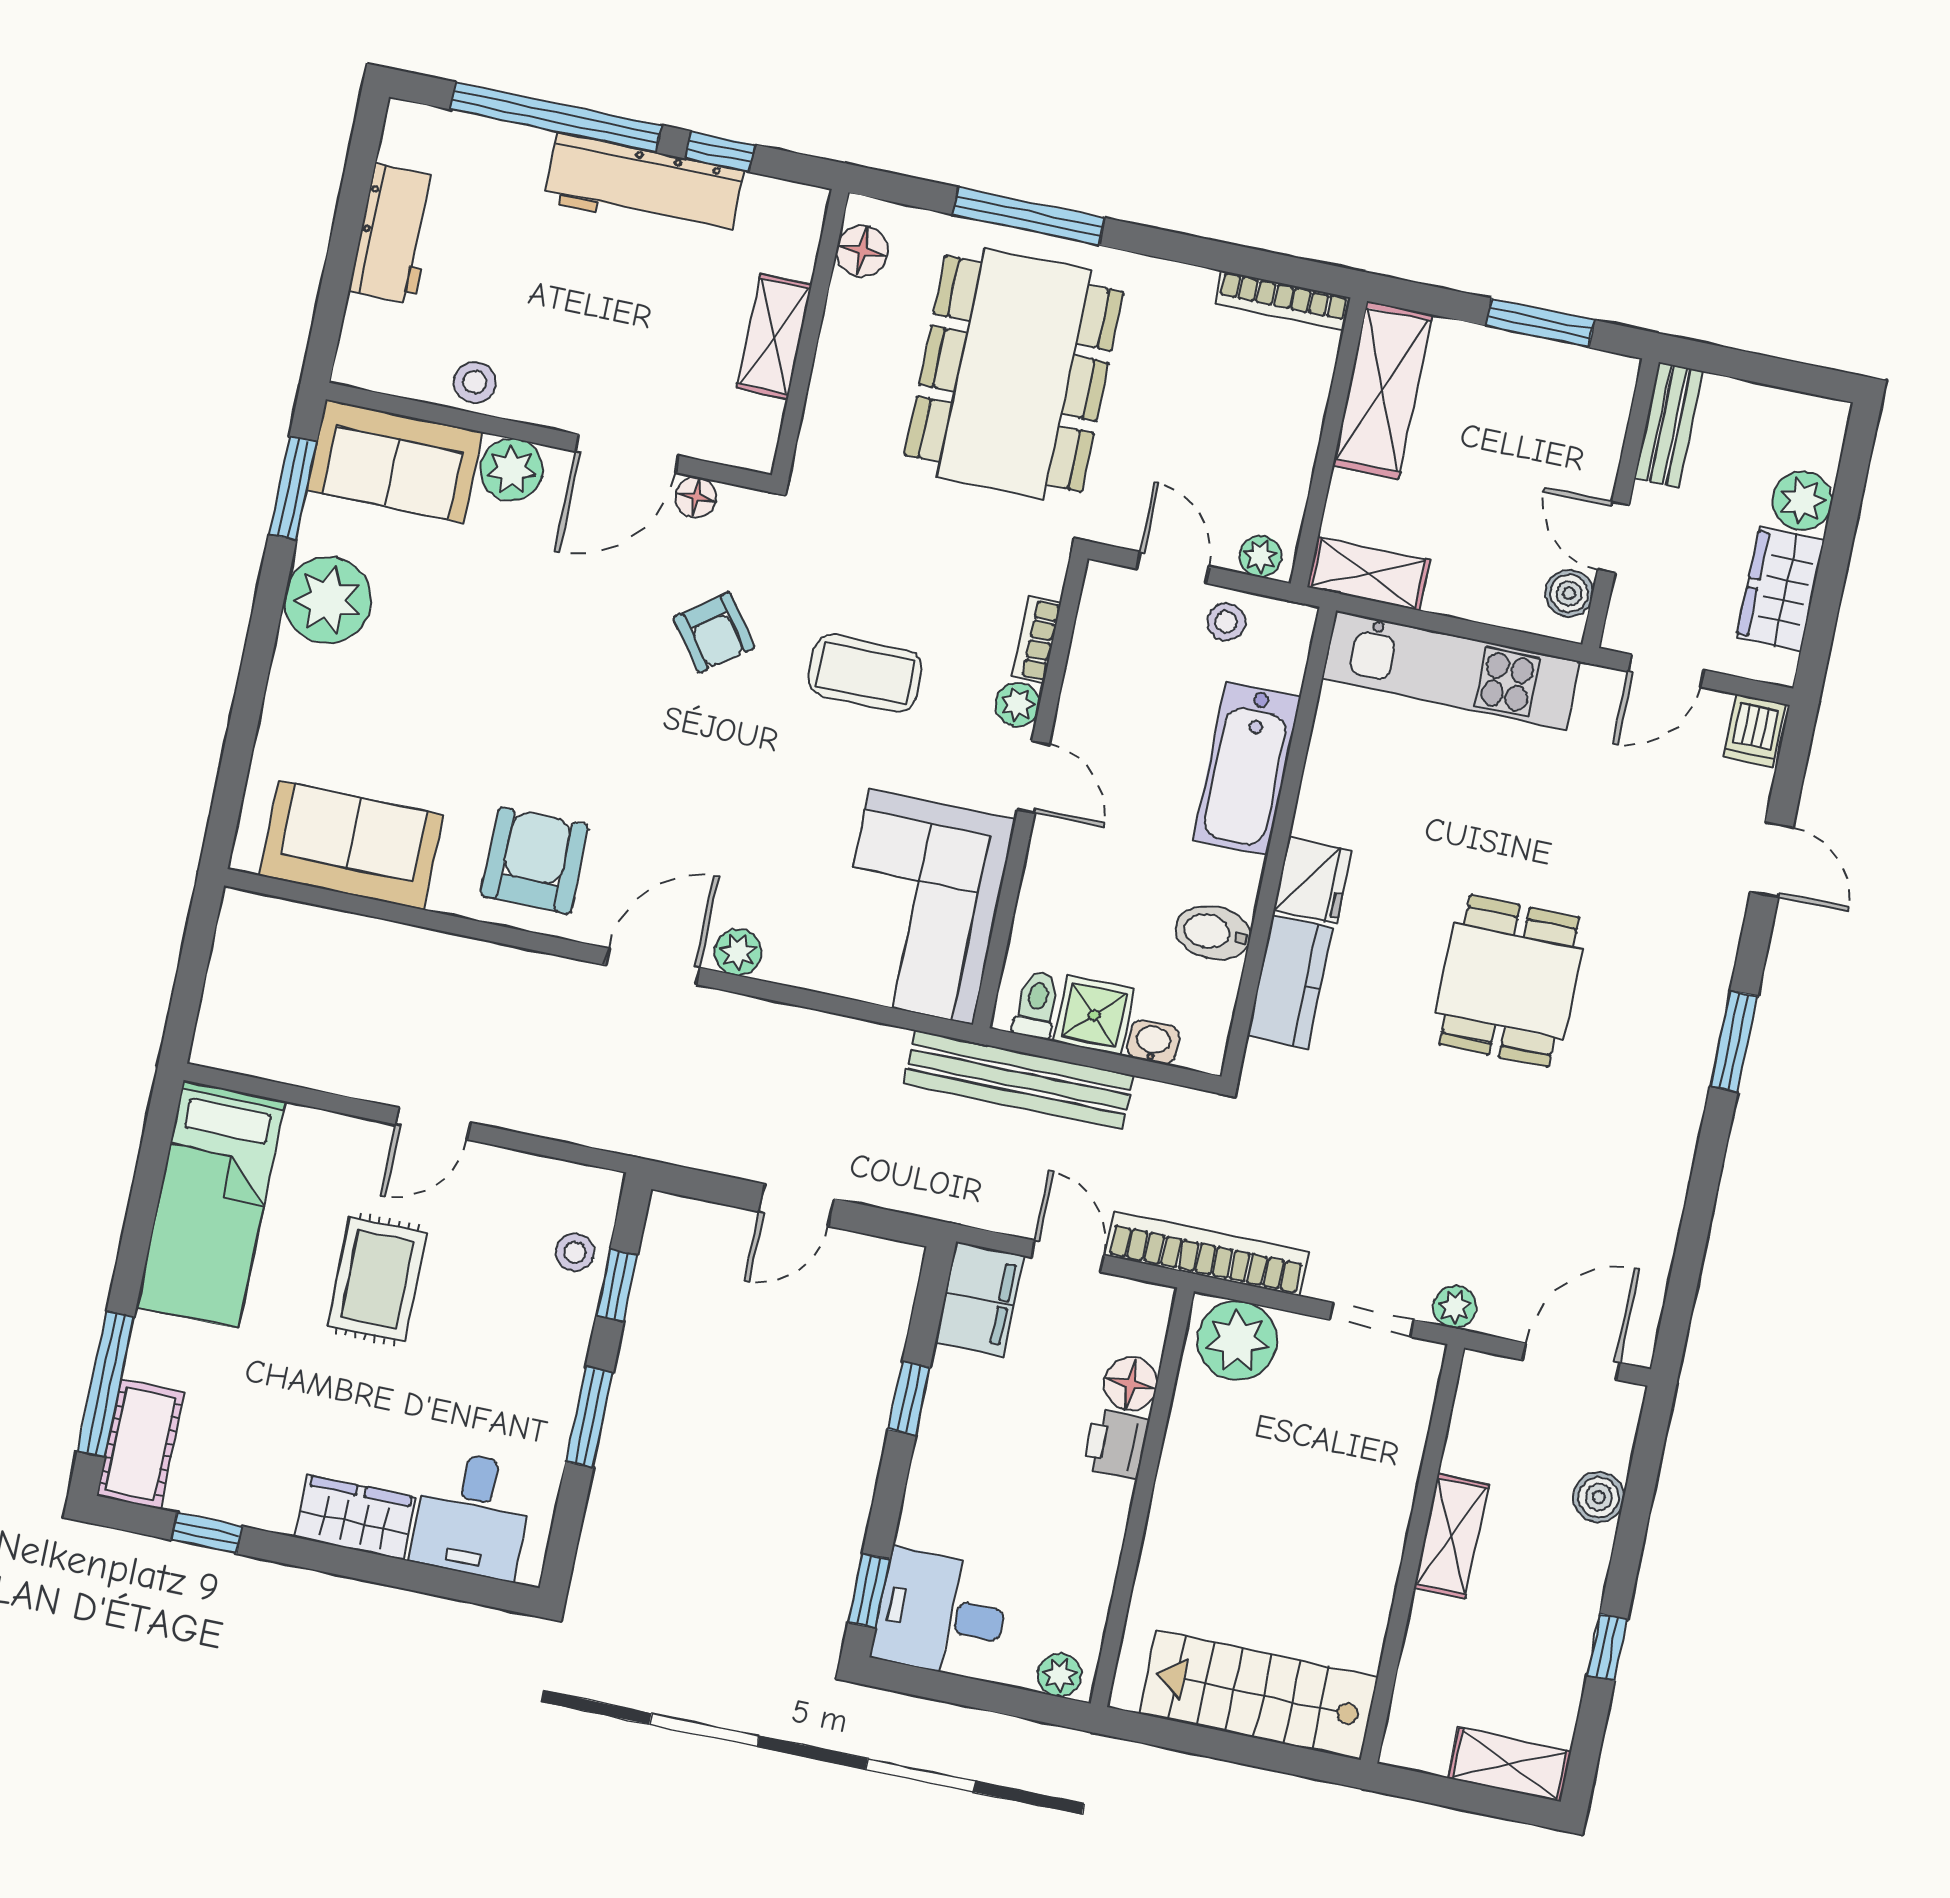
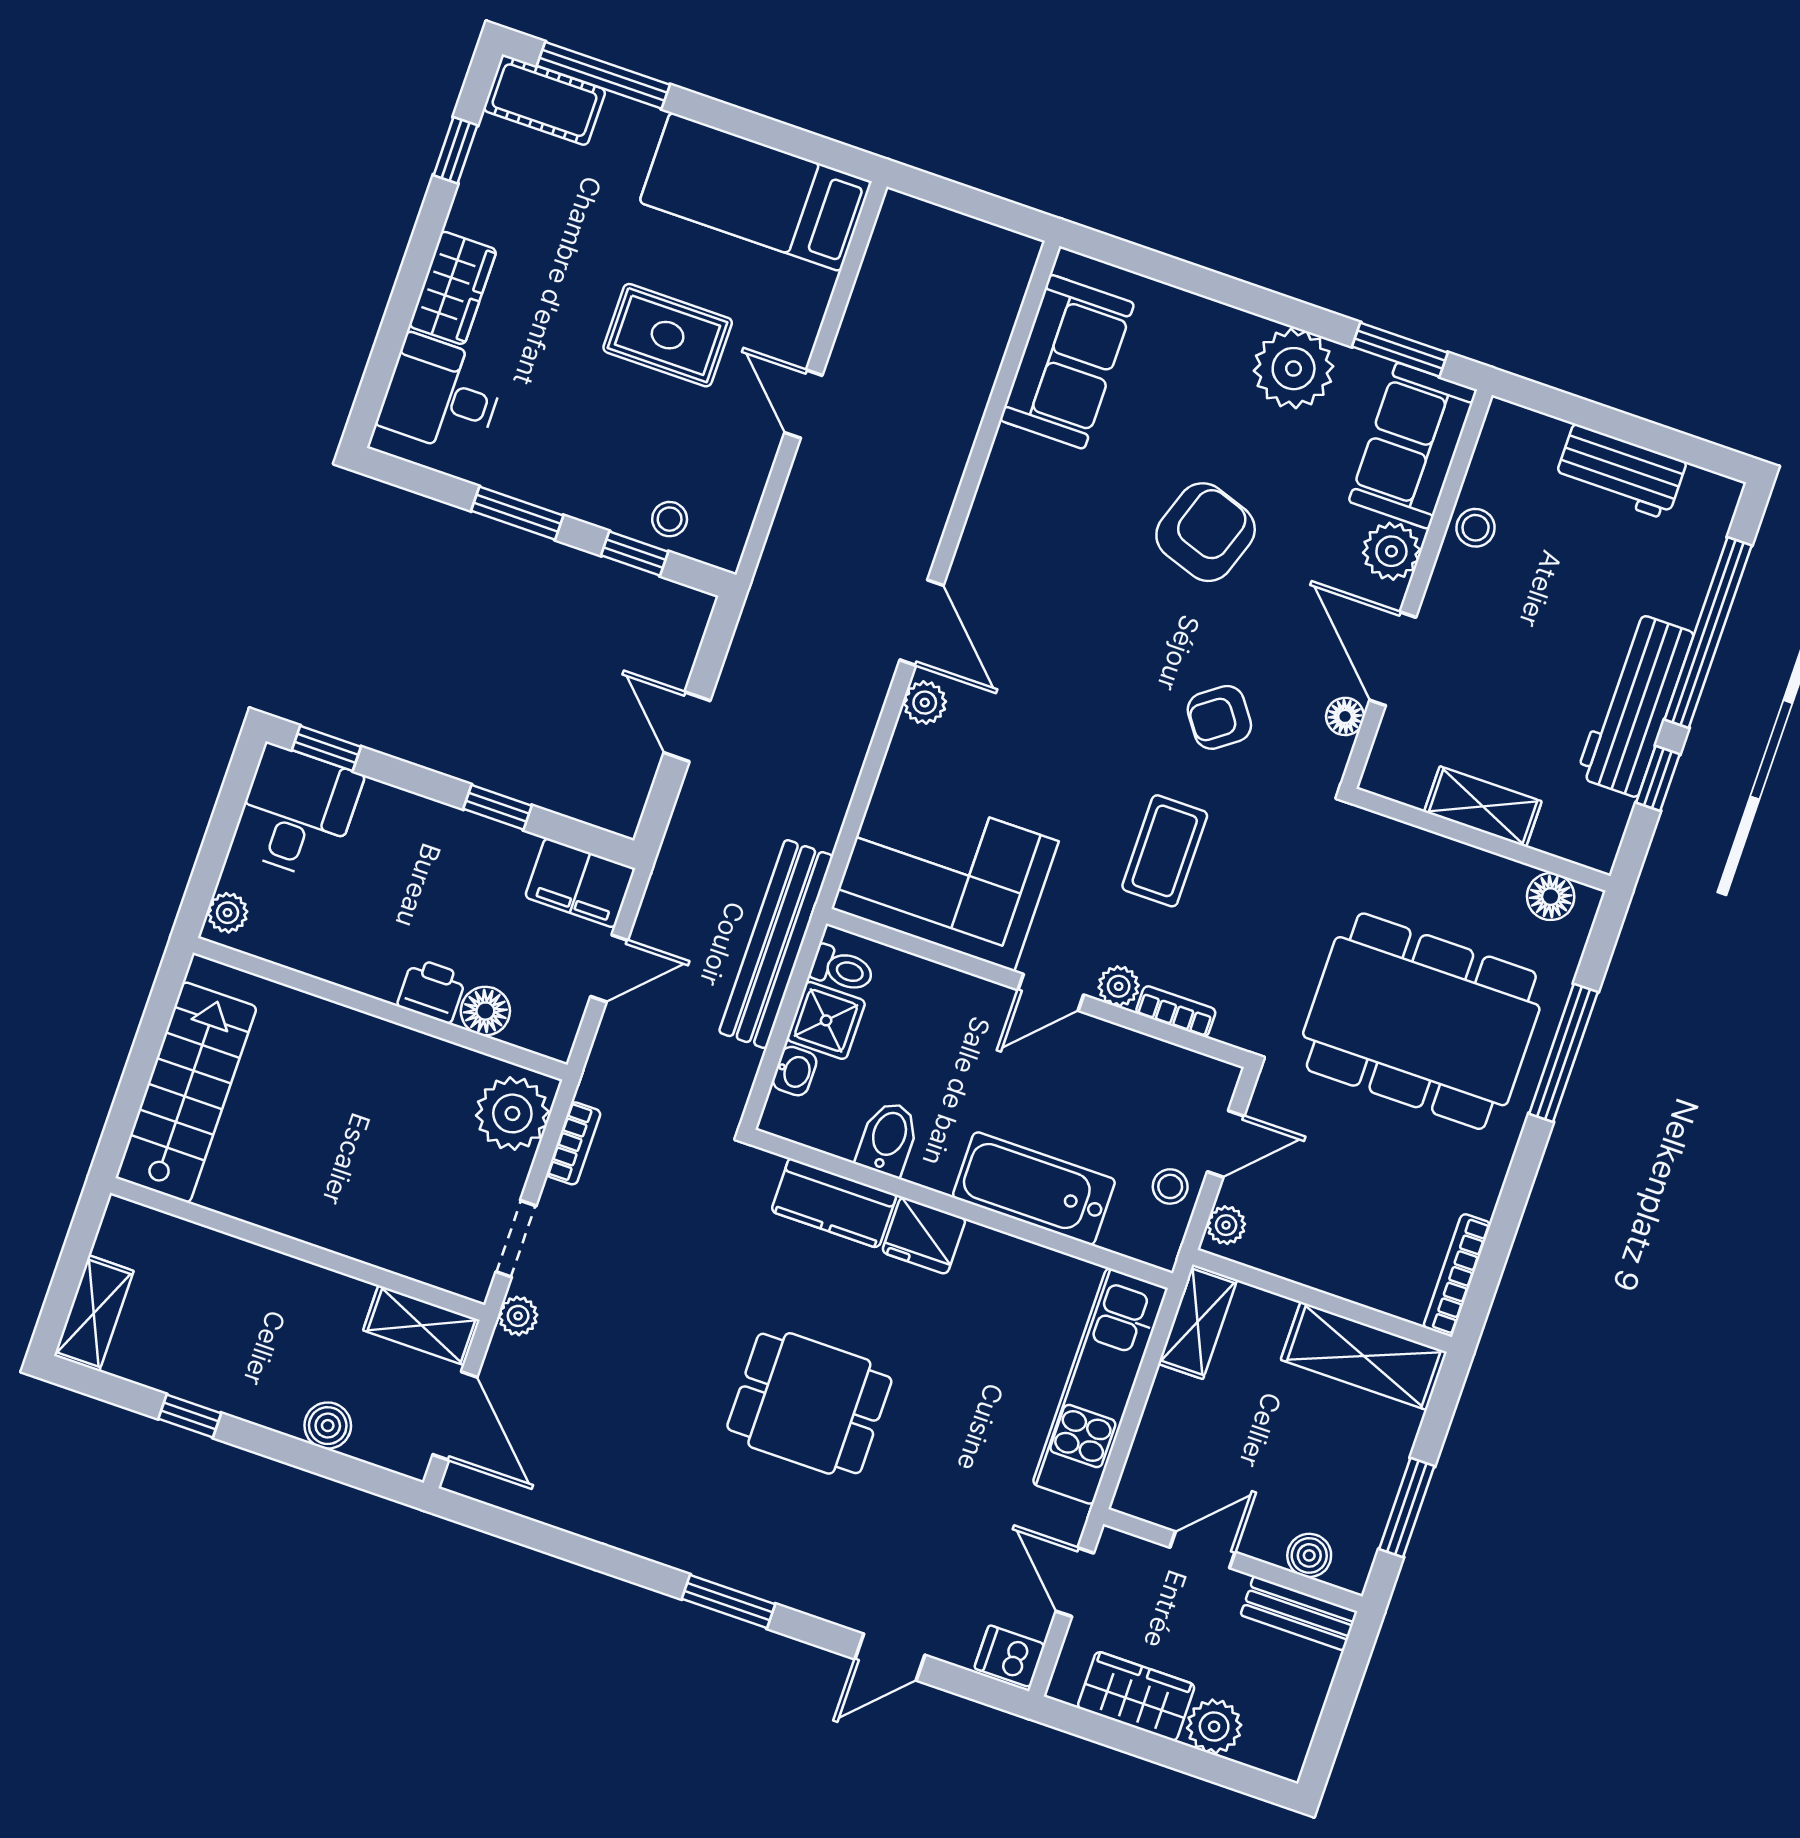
boiler: (1569, 593) -> (1309, 1555), moved
armchair: (534, 860) -> (1206, 532), moved, turned -71
bookcase: (1207, 1254) -> (574, 1143), width x0.43, depth x0.76
shelving: (1451, 1536) -> (421, 1325), moved

